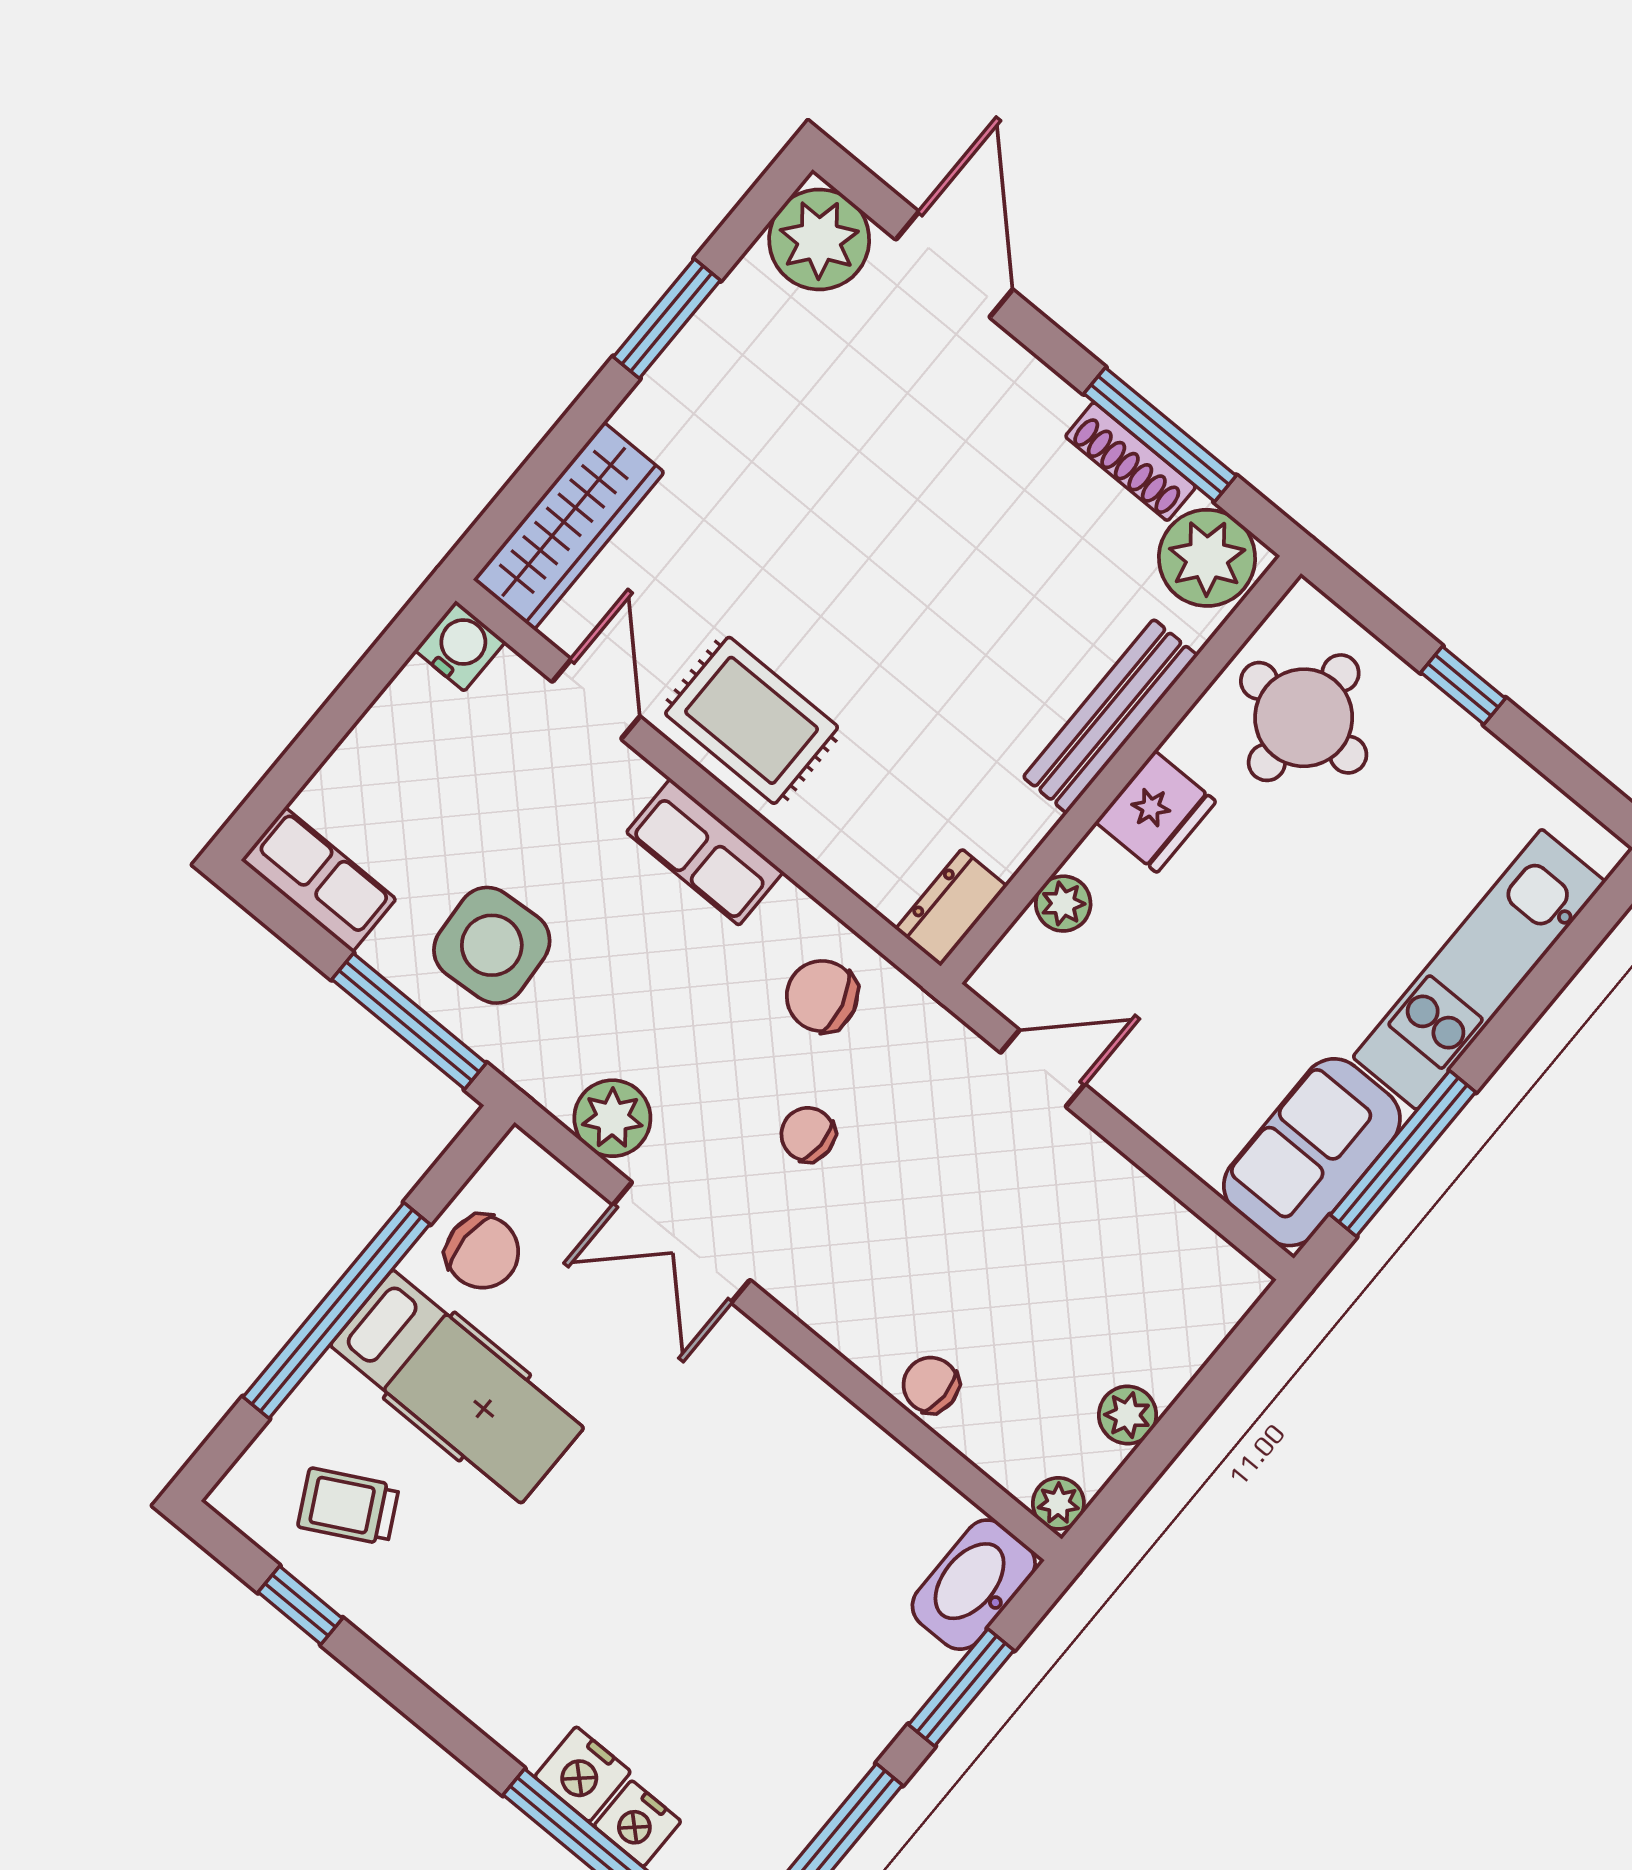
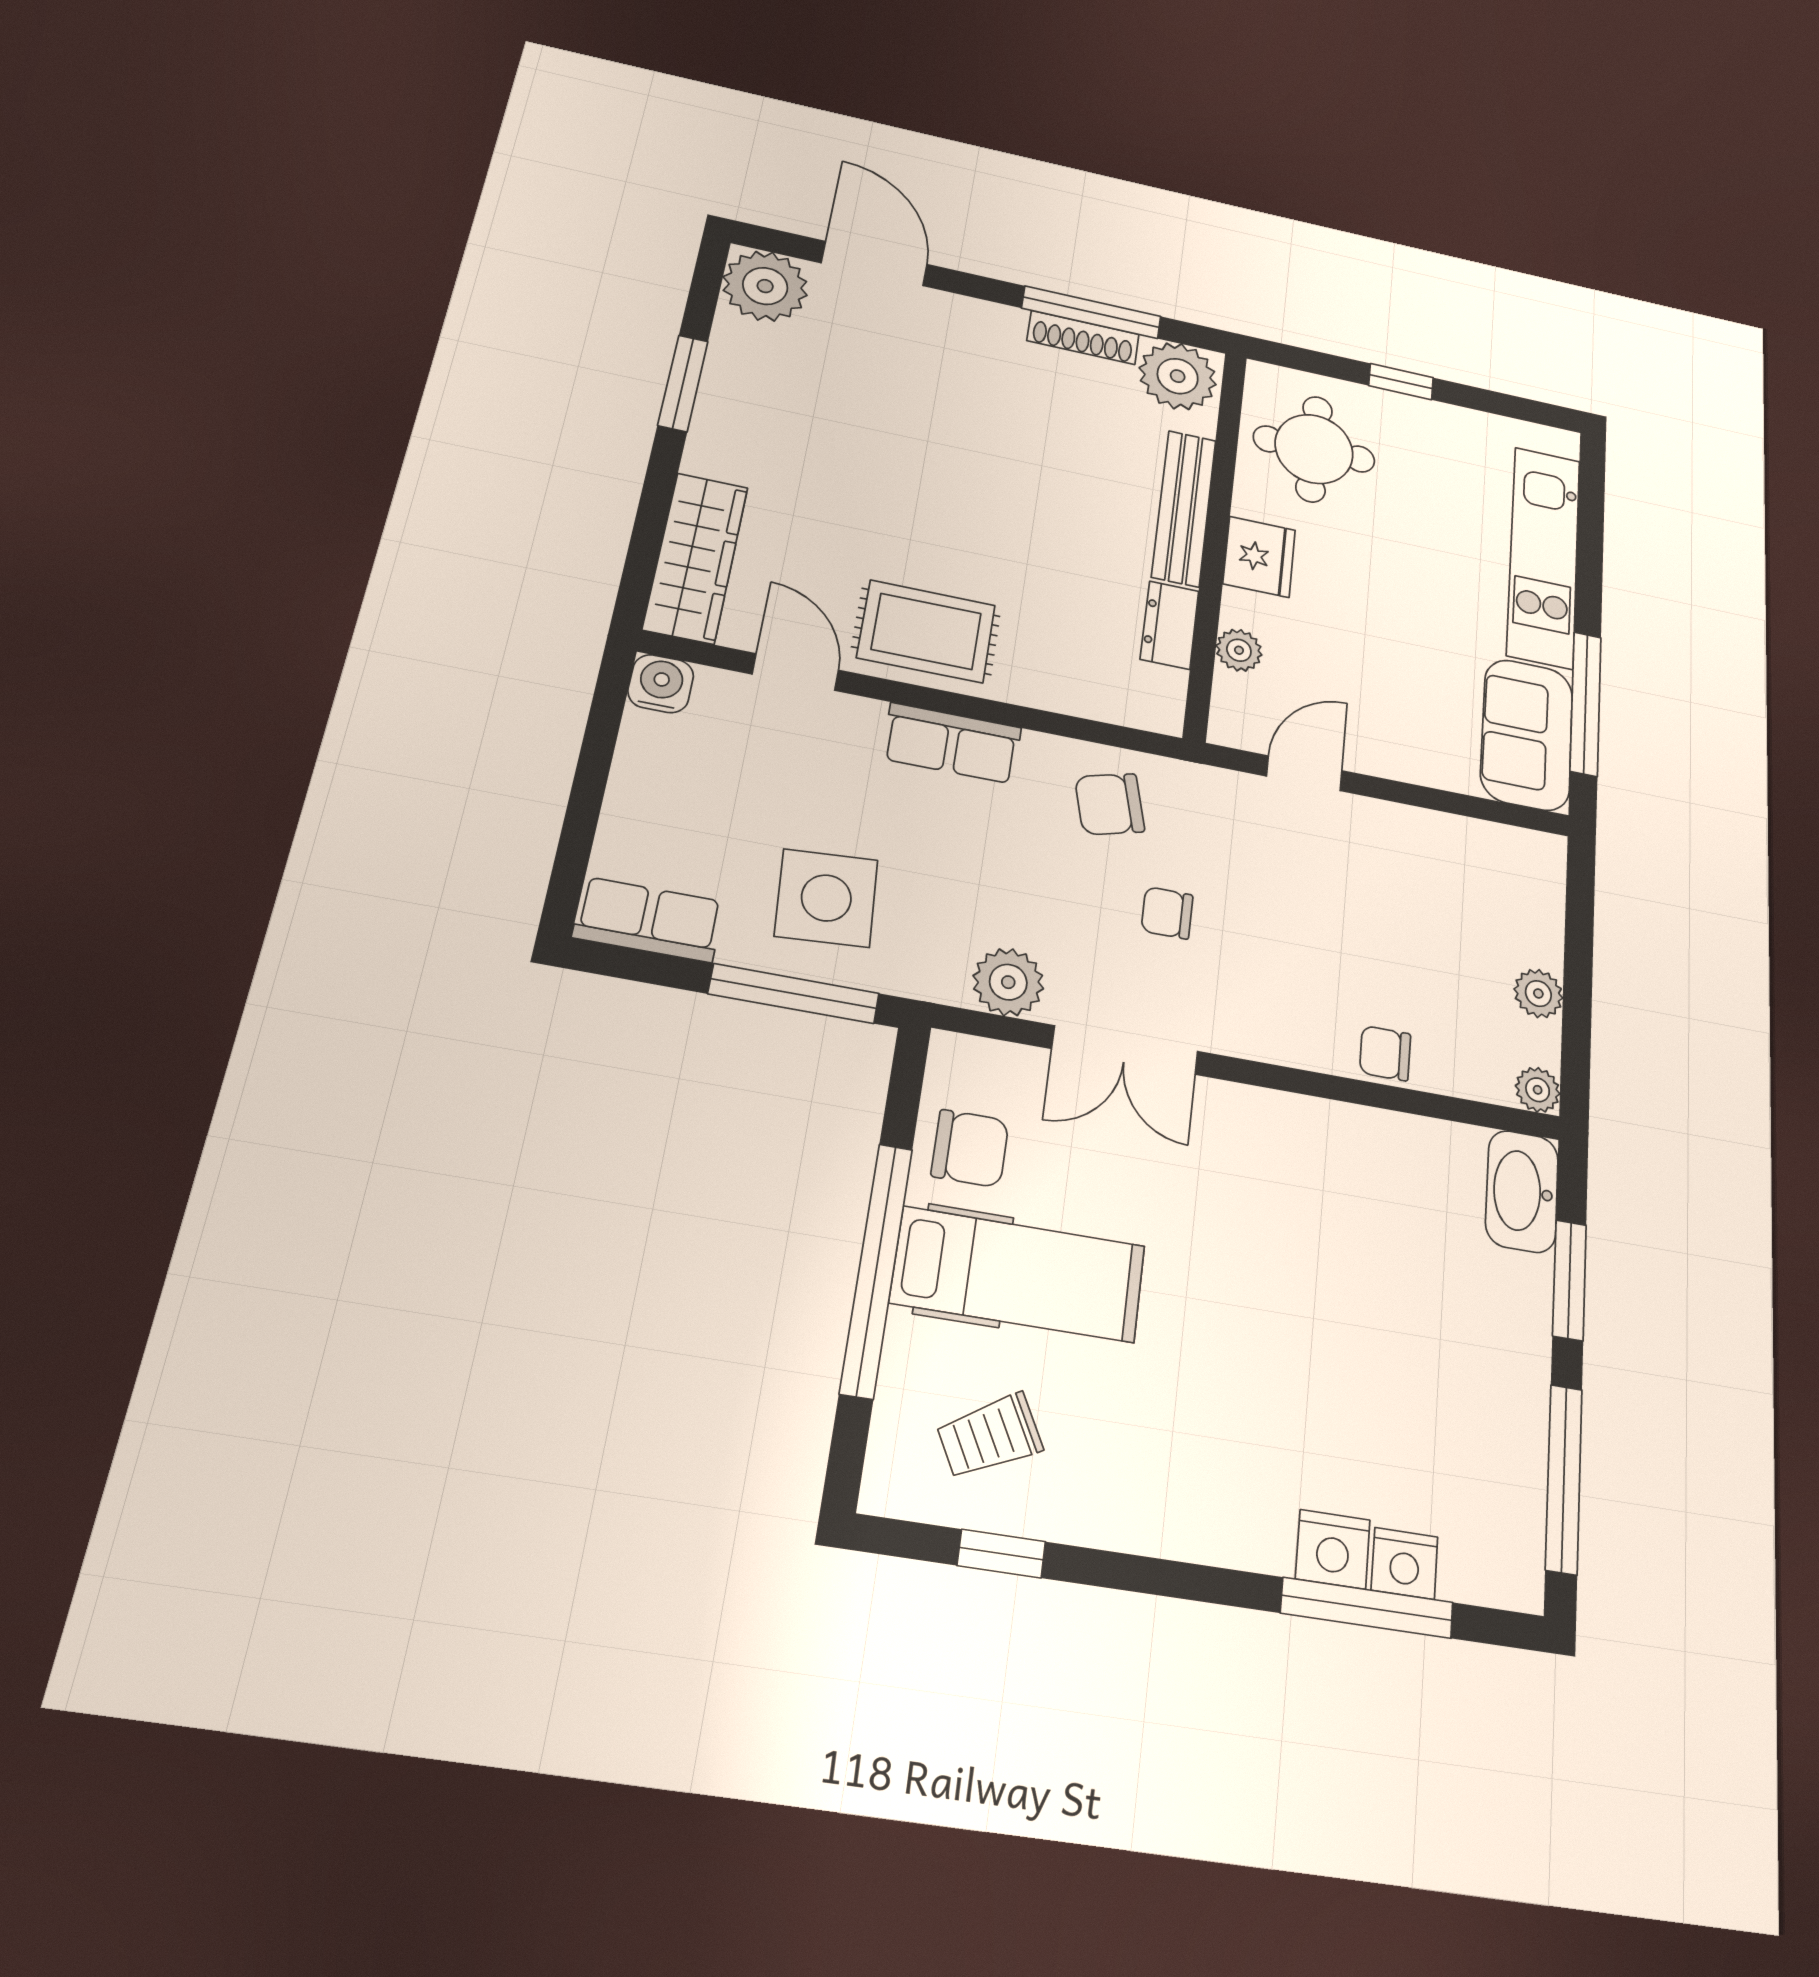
dresser: (951, 908) -> (1170, 625), moved

